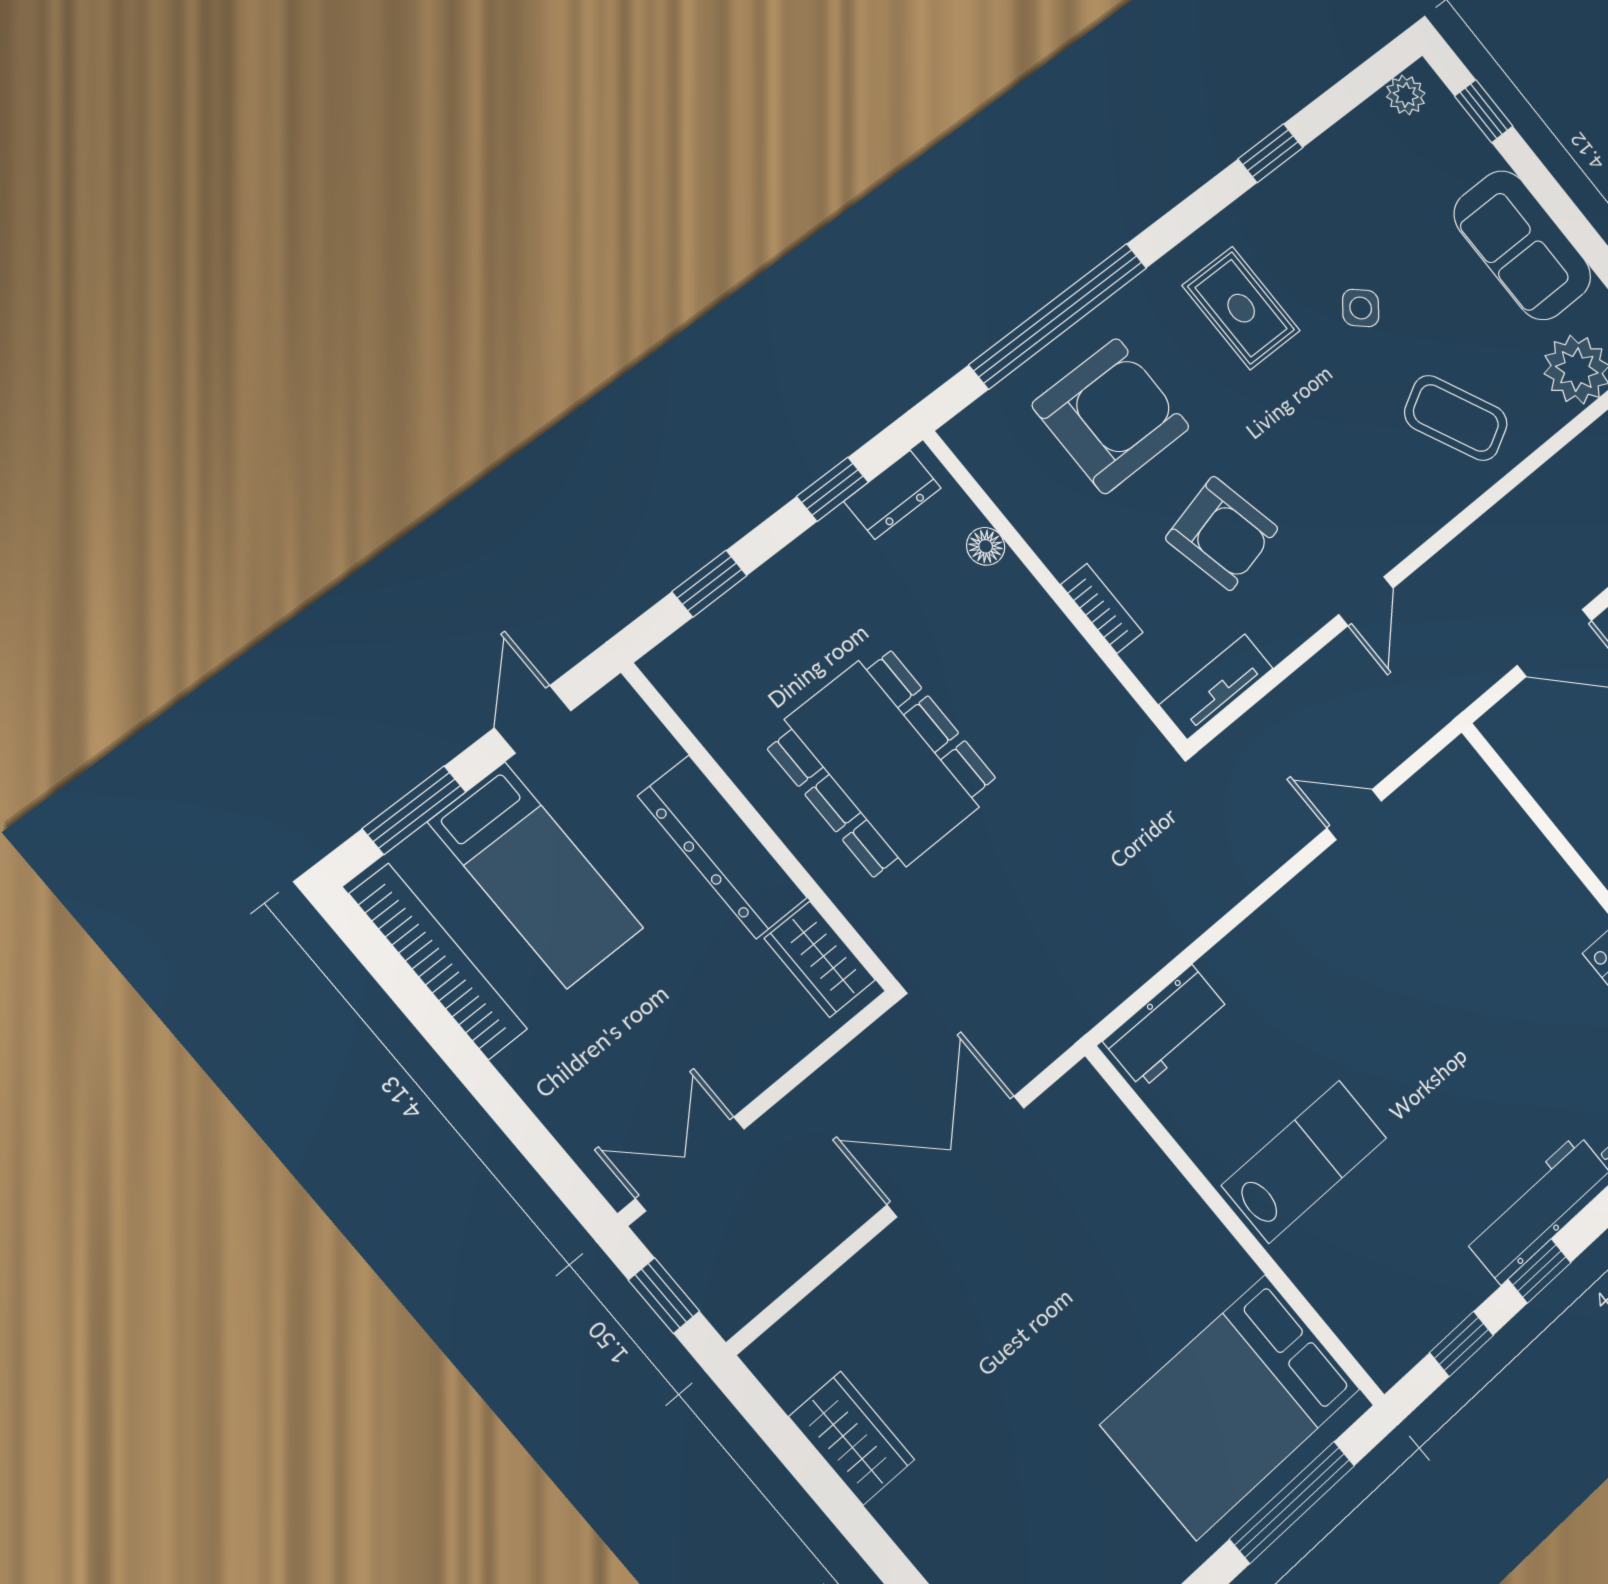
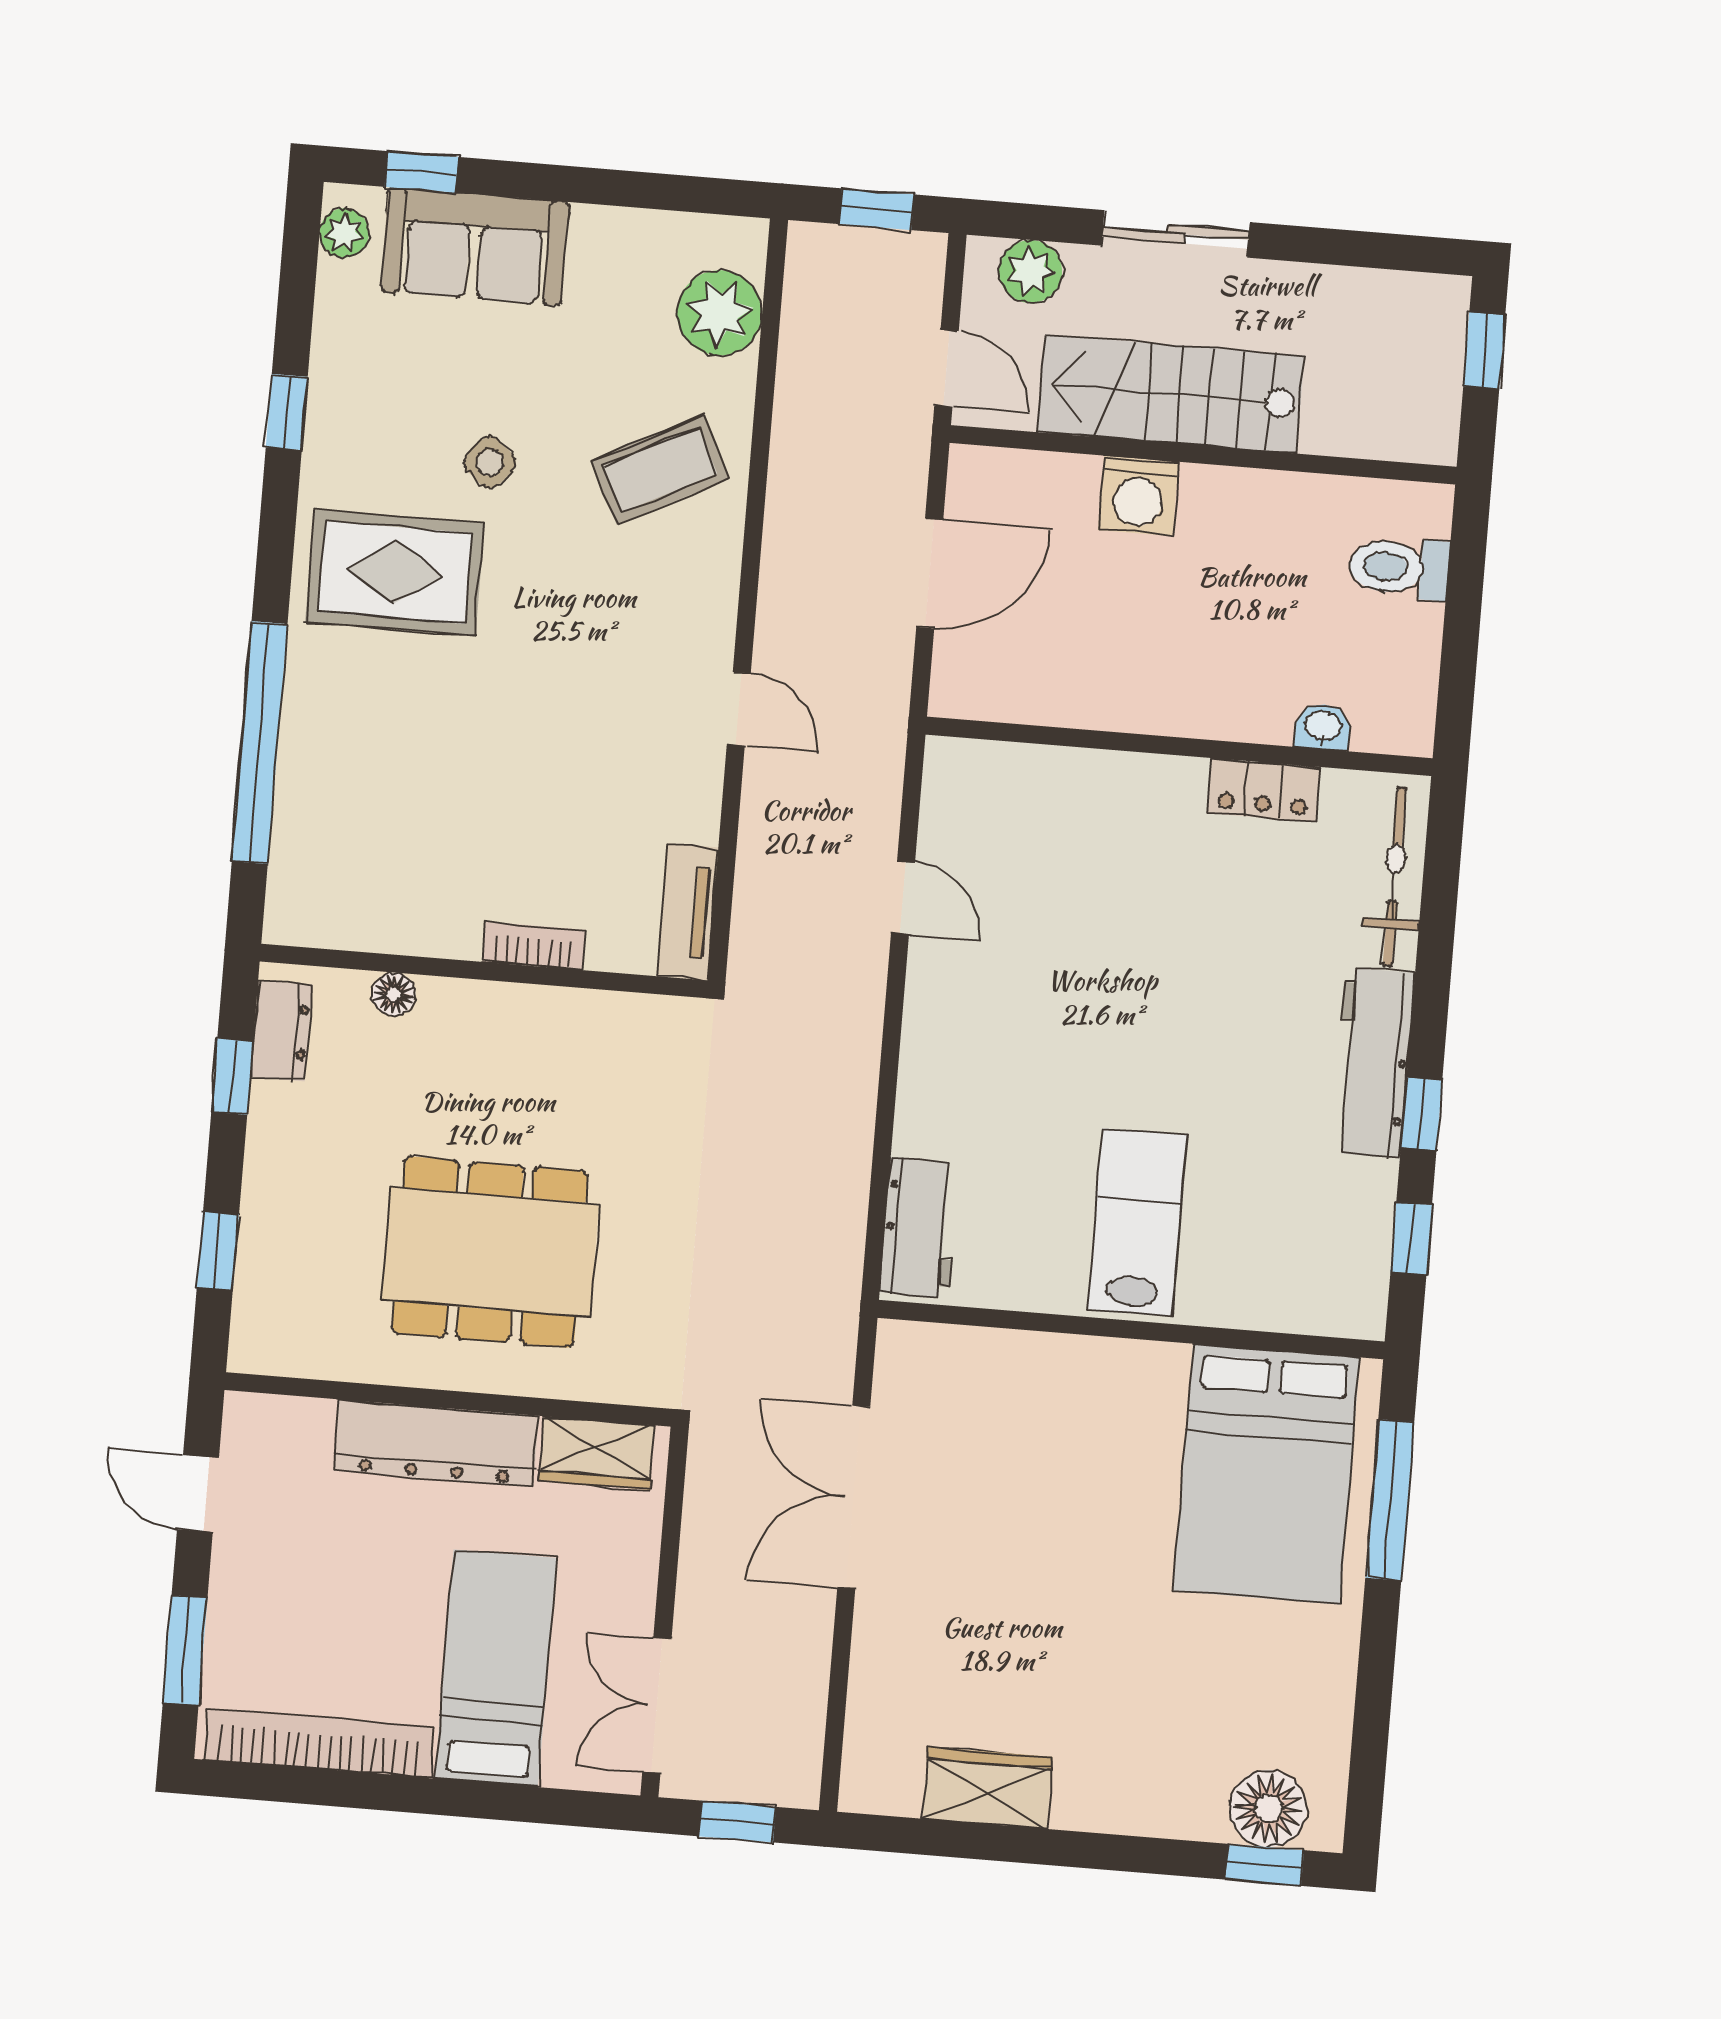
sofa: (1523, 245) -> (475, 247), moved
rug: (1241, 308) -> (395, 572), width x1.36, depth x1.43
armchair: (1111, 416) -> (383, 780), removed
armchair: (1222, 533) -> (567, 780), removed
door: (1354, 815) -> (903, 898), swing flipped
bed: (536, 875) -> (496, 1668), moved, turned -90

